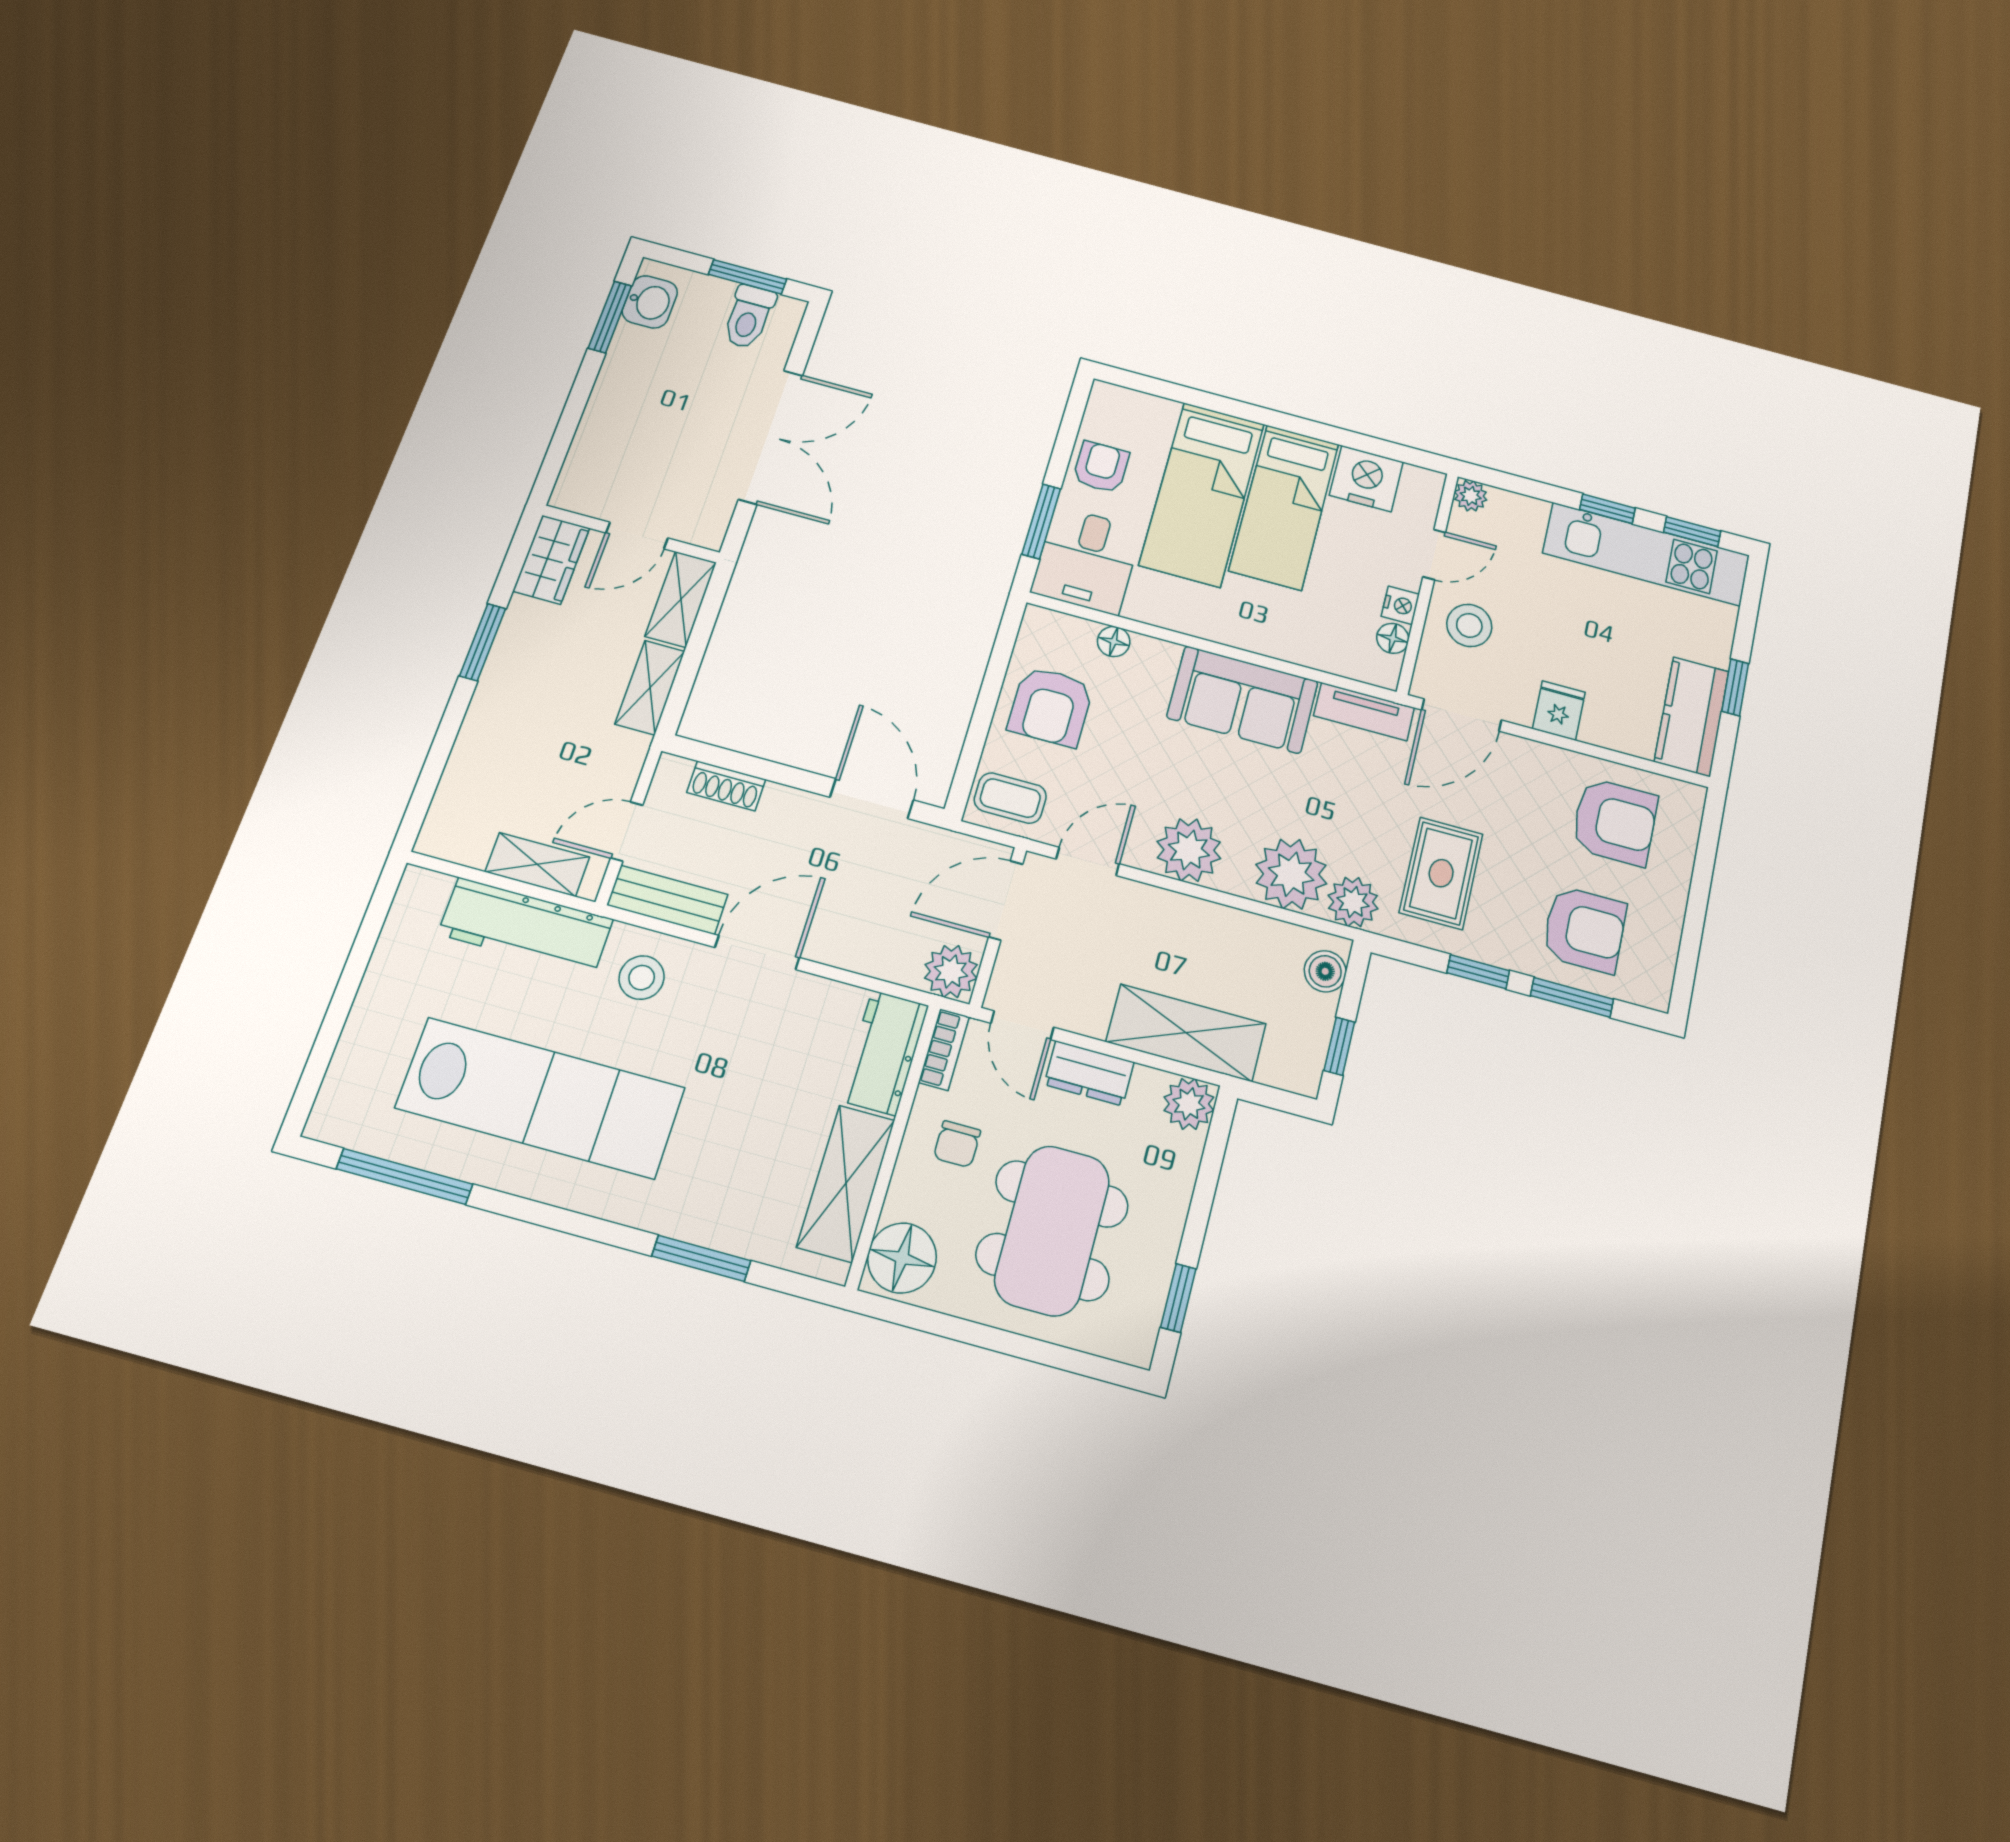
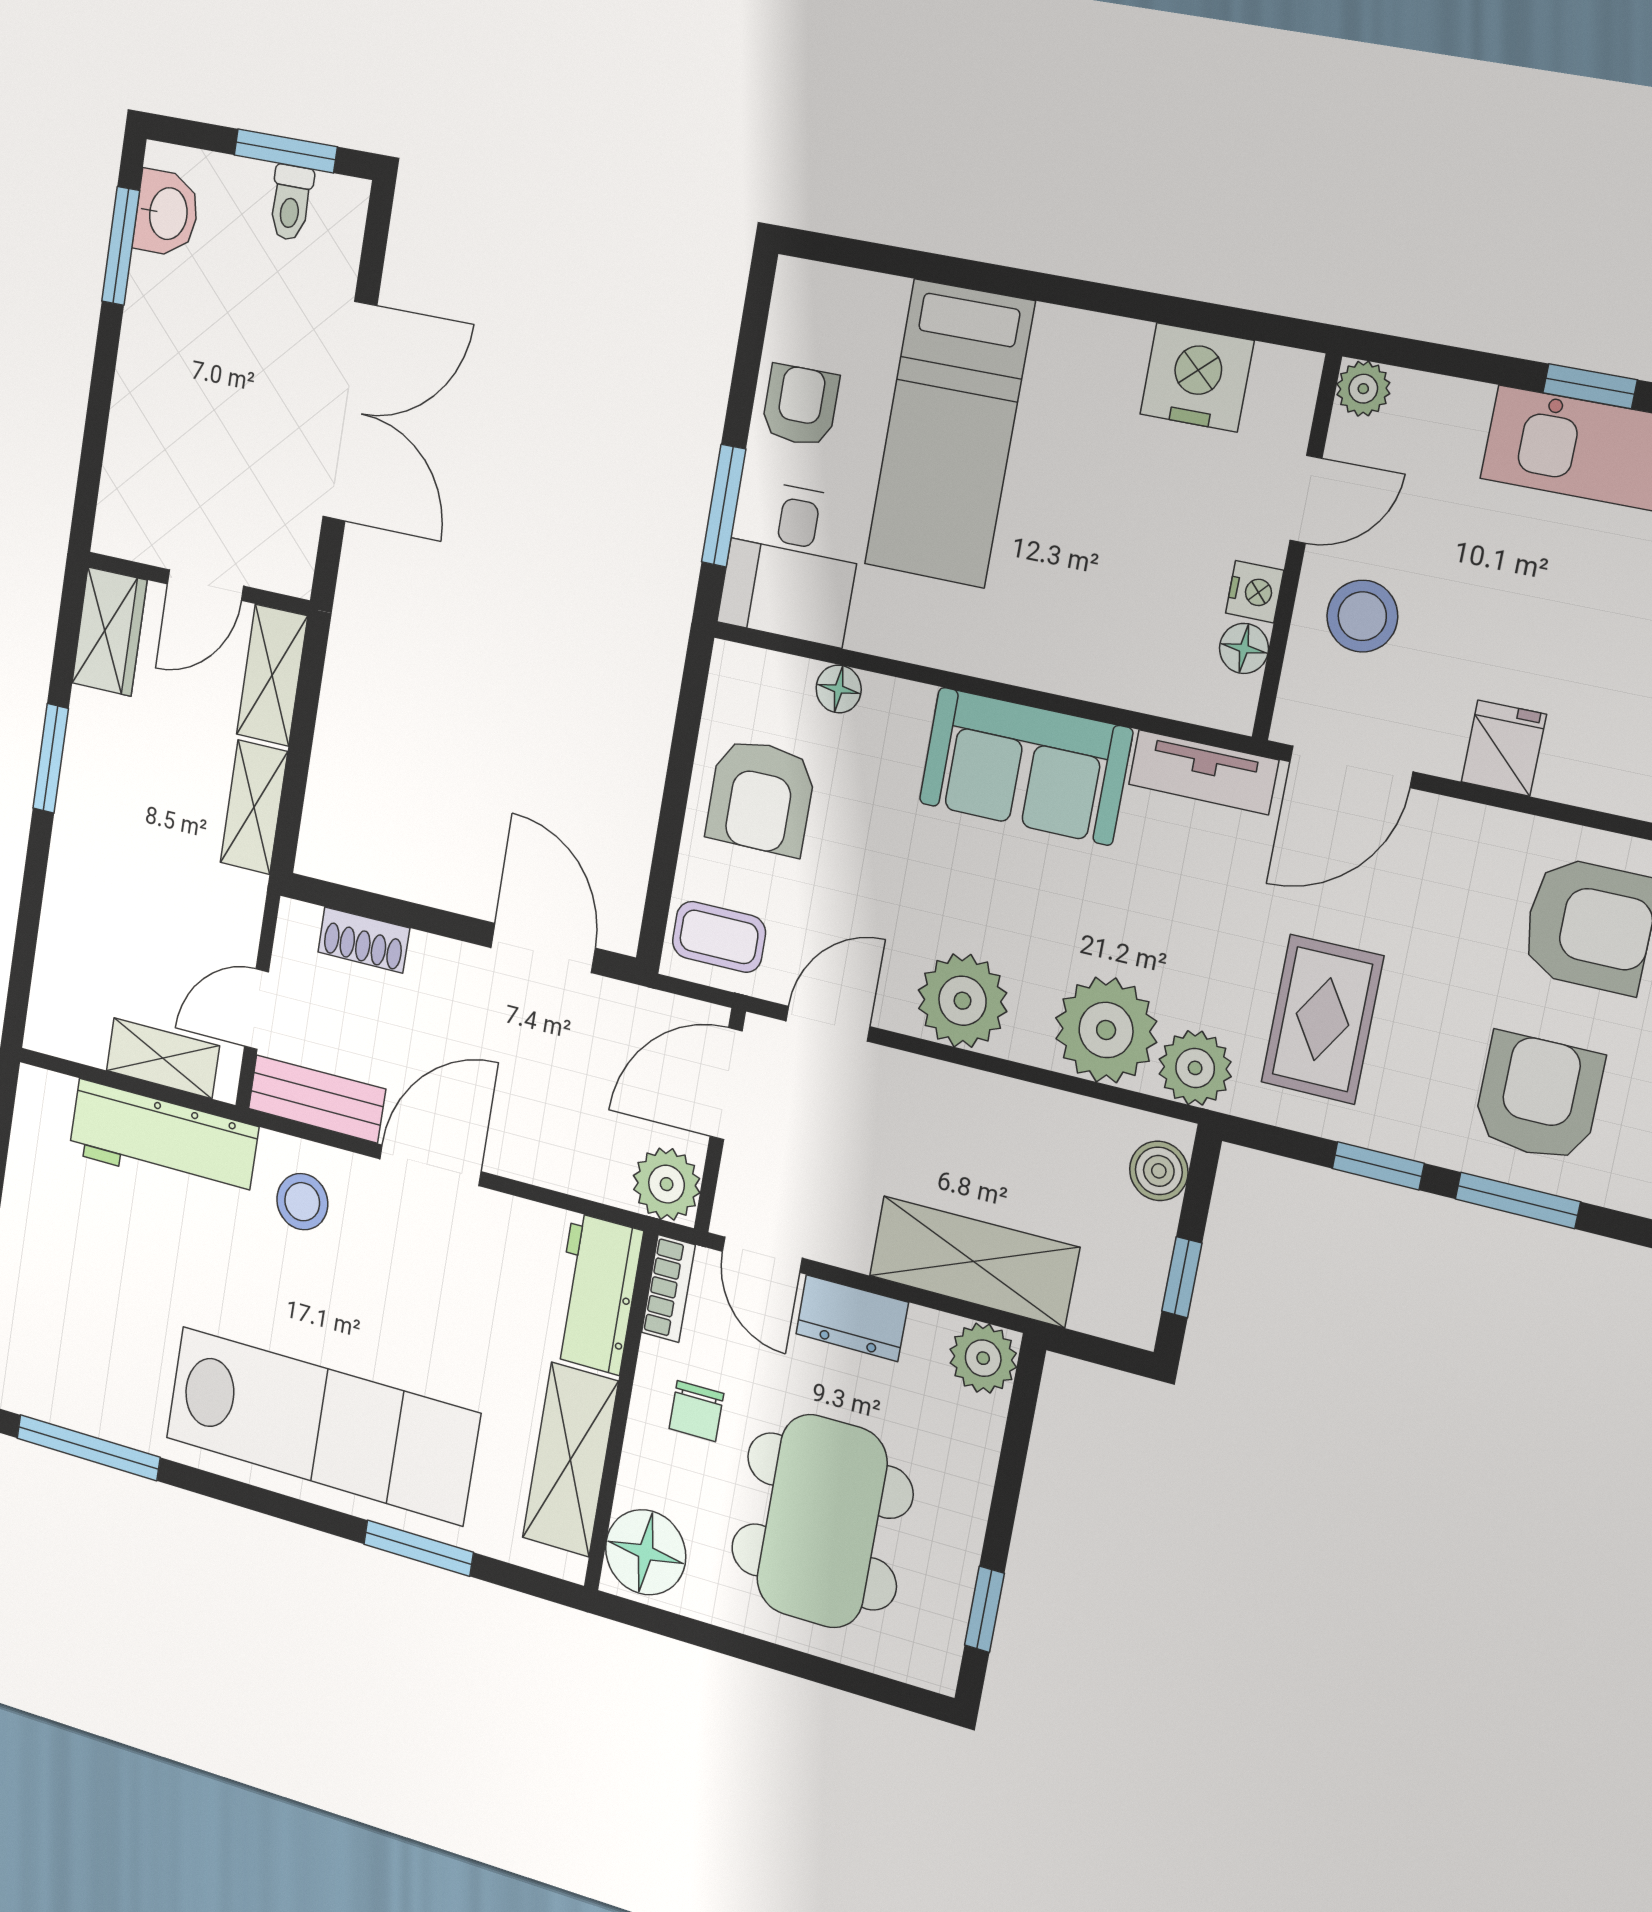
toilet: (749, 317) -> (291, 203), width x0.73, depth x0.72
bed: (1284, 507) -> (1072, 442), removed
armchair: (1584, 929) -> (1538, 1097), turned -90
lab bench: (541, 1098) -> (322, 1426), moved

